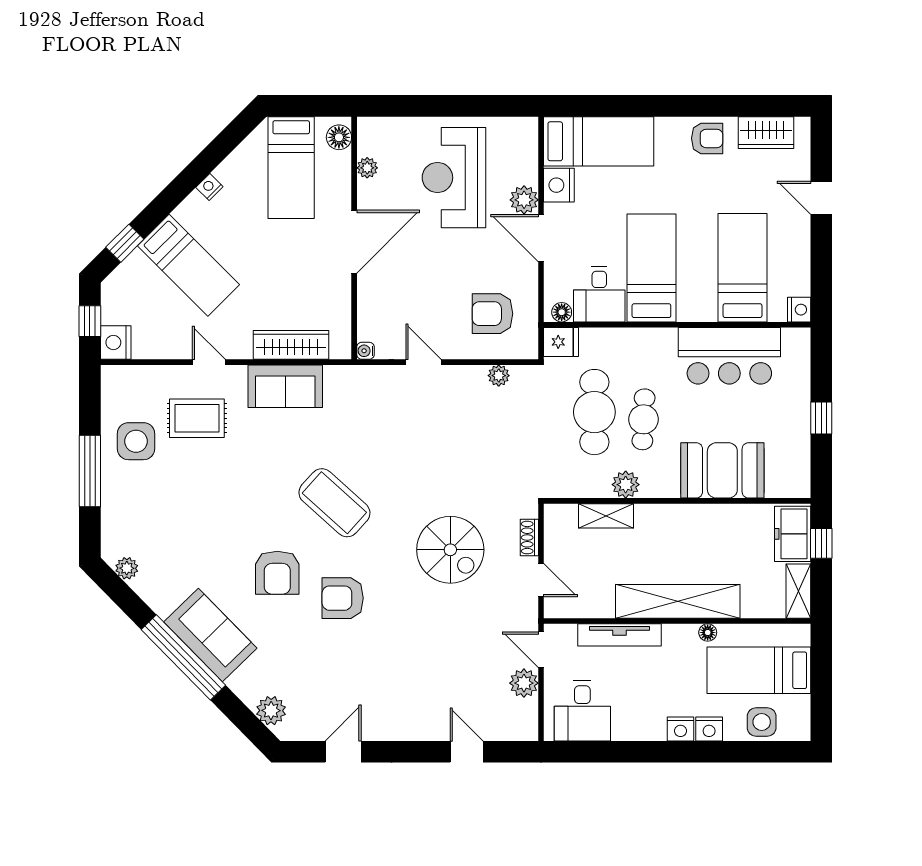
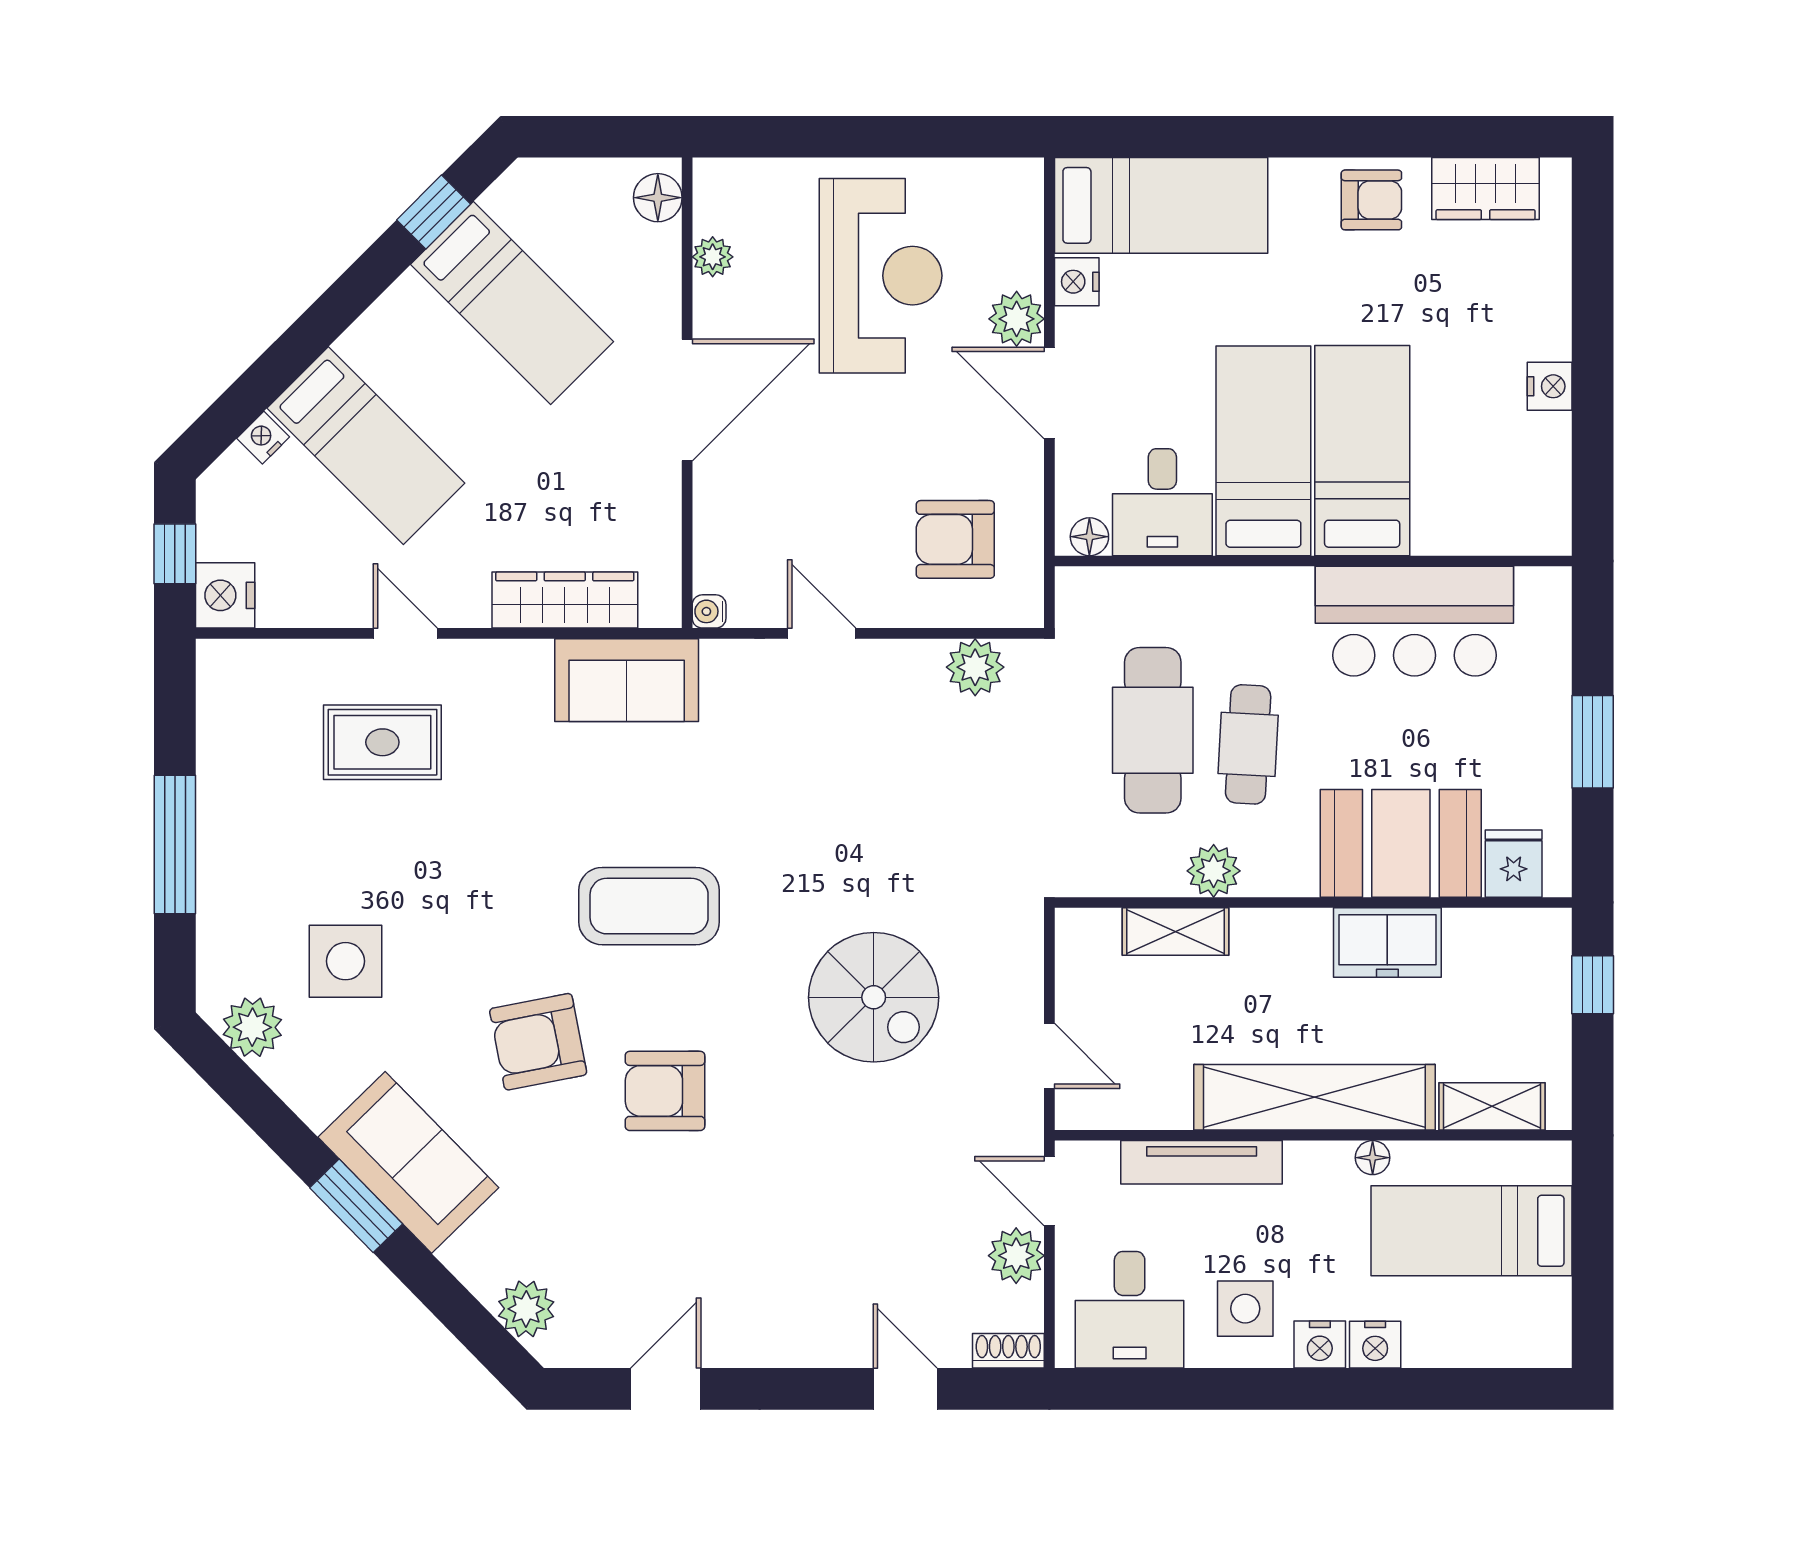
bed: (291, 168) -> (512, 303), moved, turned -45
reception desk: (454, 178) -> (881, 276), turned 180
nightstand: (559, 185) -> (1077, 282), width x0.74, depth x0.75
nightstand: (209, 187) -> (263, 438), moved
door: (821, 198) -> (1593, 315), removed
window: (125, 243) -> (434, 212), moved
bed: (743, 268) -> (1362, 451), moved
nightstand: (799, 310) -> (1550, 386), moved
fridge: (561, 342) -> (1514, 864), moved, turned -90
plant: (499, 376) -> (975, 667), width x1.38, depth x1.38
sofa: (285, 386) -> (627, 680), moved
window: (821, 418) -> (1593, 742), width x1.50
side table: (136, 441) -> (346, 961), moved
coffee table: (334, 503) -> (649, 906), turned -42
freezer: (793, 534) -> (1387, 943), moved, turned -90
shoe rack: (529, 538) -> (1008, 1351), moved, turned 90
plant: (127, 568) -> (252, 1027), width x1.38, depth x1.38
armchair: (277, 573) -> (538, 1042), turned 79
shelving: (798, 591) -> (1492, 1106), moved, turned 90
window: (183, 657) -> (356, 1206), width x0.47
side table: (762, 722) -> (1245, 1309), moved

